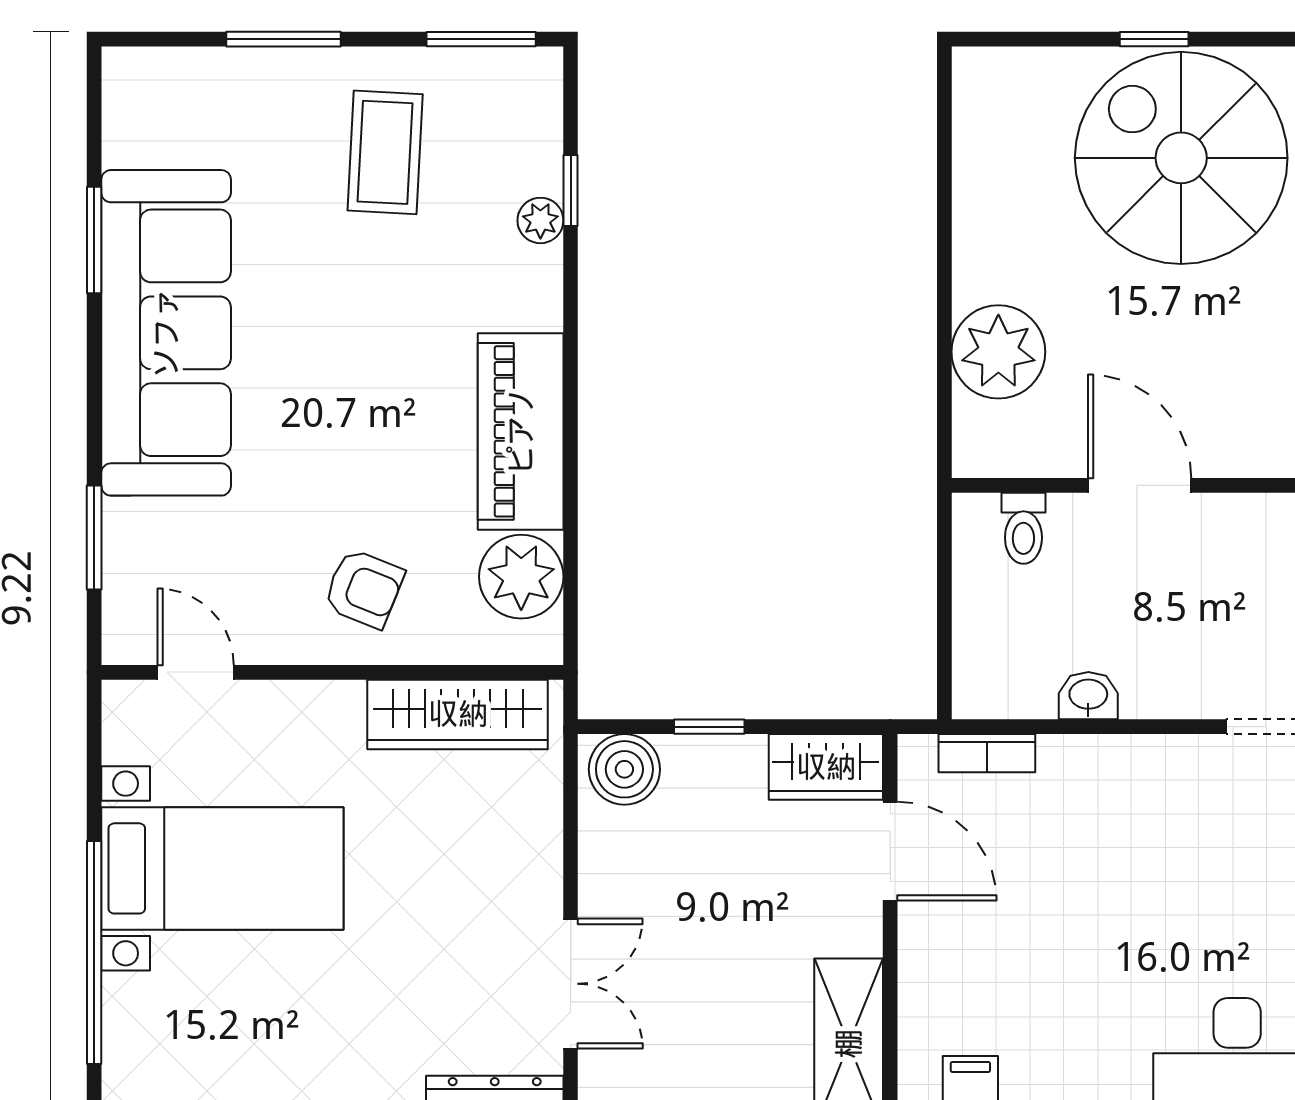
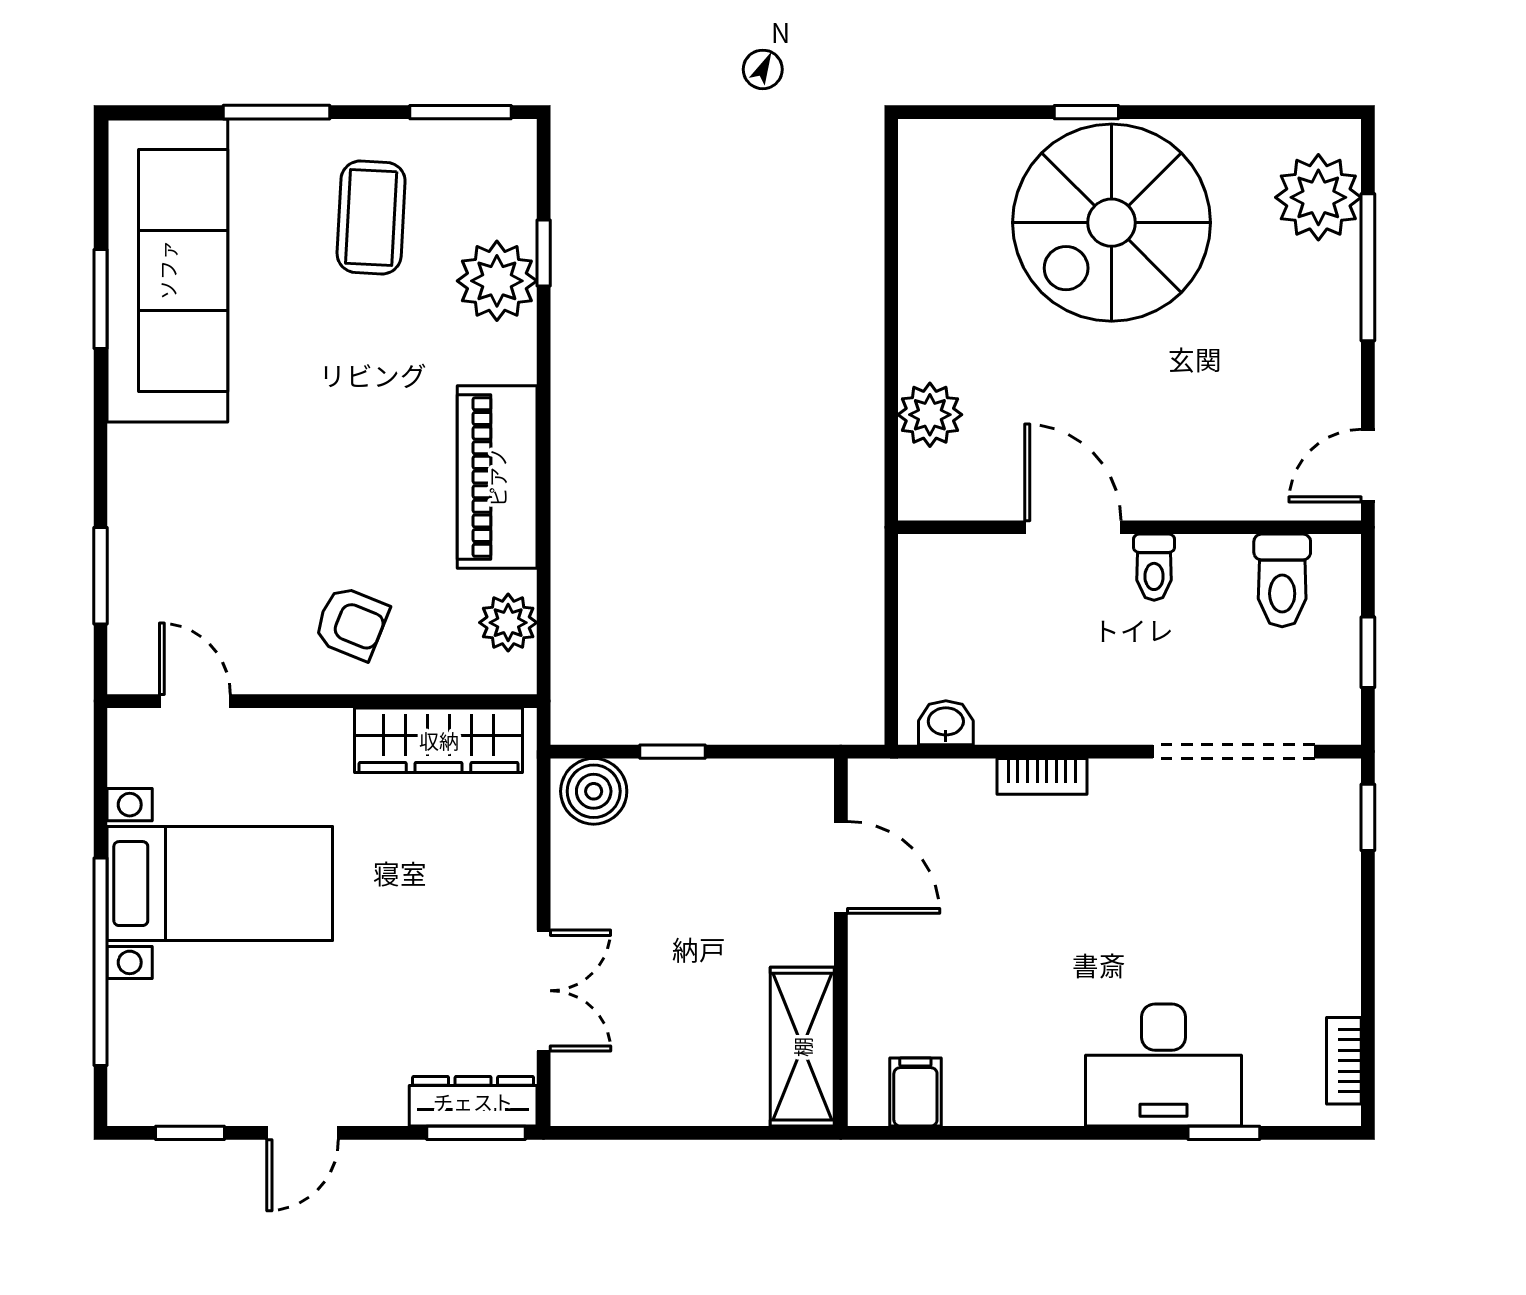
spiral stairs: (1181, 158) -> (1112, 223), turned -90
plant: (540, 220) -> (497, 281), width x1.88, depth x1.88
sofa: (166, 333) -> (167, 270), moved
plant: (998, 352) -> (930, 415), width x0.73, depth x0.73
toilet: (1023, 528) -> (1154, 567), moved
plant: (521, 577) -> (508, 623), width x0.73, depth x0.73
washbasin: (1088, 696) -> (946, 723), moved
bookcase: (987, 753) -> (1042, 776), moved
wardrobe: (826, 767) -> (781, 789), removed

